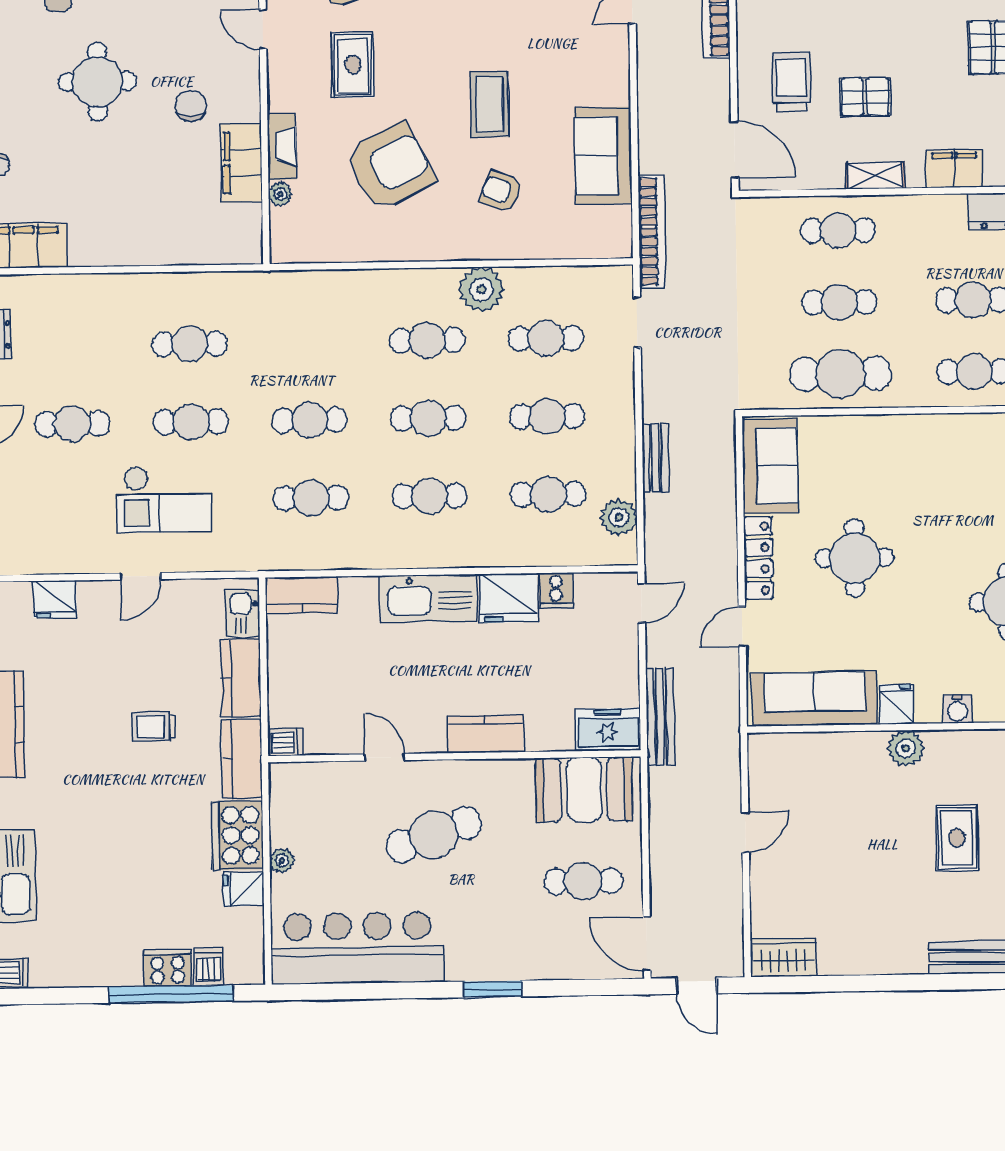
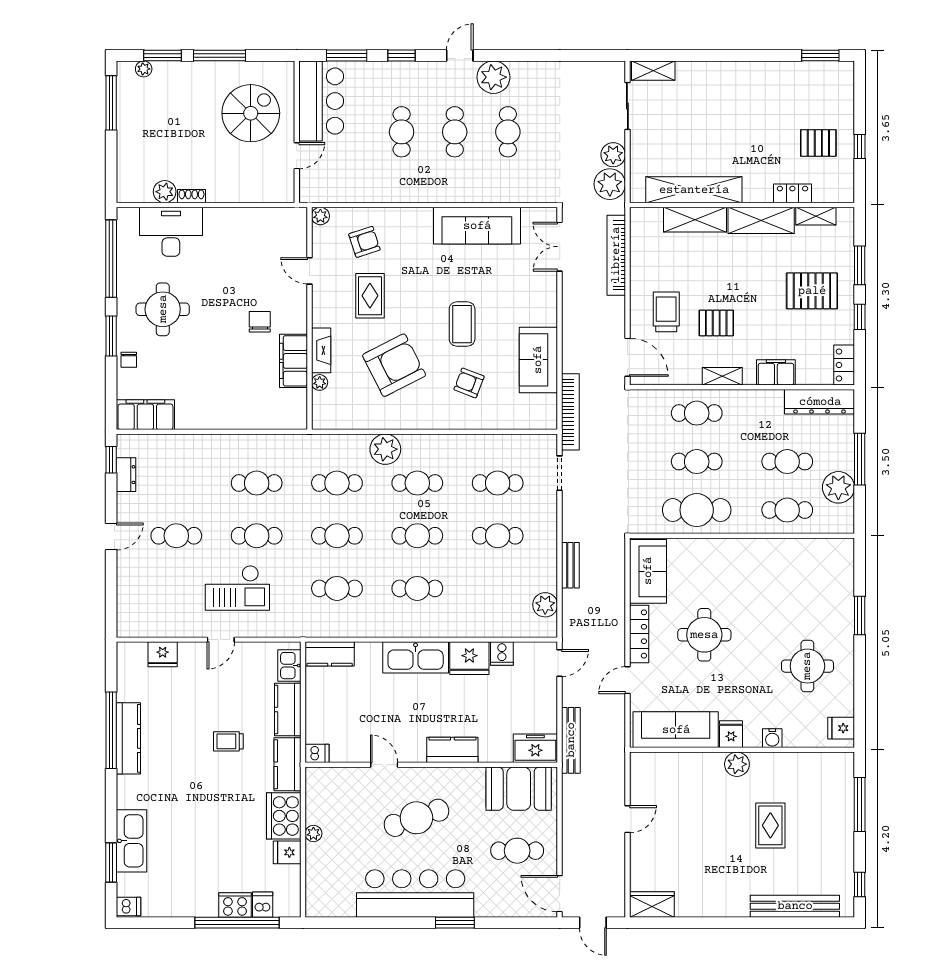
round table: (97, 82) -> (163, 309), moved
plant: (482, 290) -> (385, 449), moved
cafe table: (548, 494) -> (337, 483), moved
bar counter: (357, 948) -> (415, 894), moved

